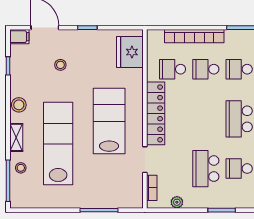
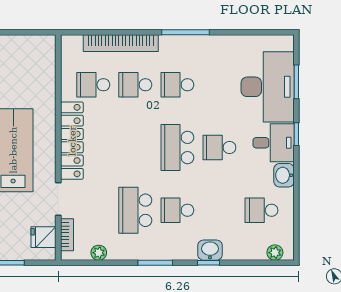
fridge: (130, 52) -> (44, 237), moved, width x0.53, depth x0.75

